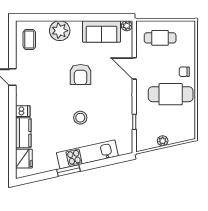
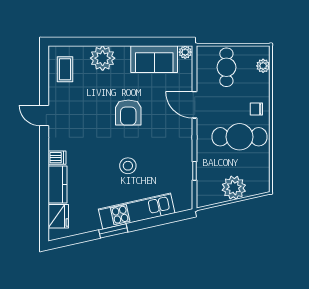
plant: (190, 37) -> (263, 66), added
cafe table: (160, 38) -> (226, 67), turned 90
plant: (163, 141) -> (234, 188), width x1.88, depth x1.88

